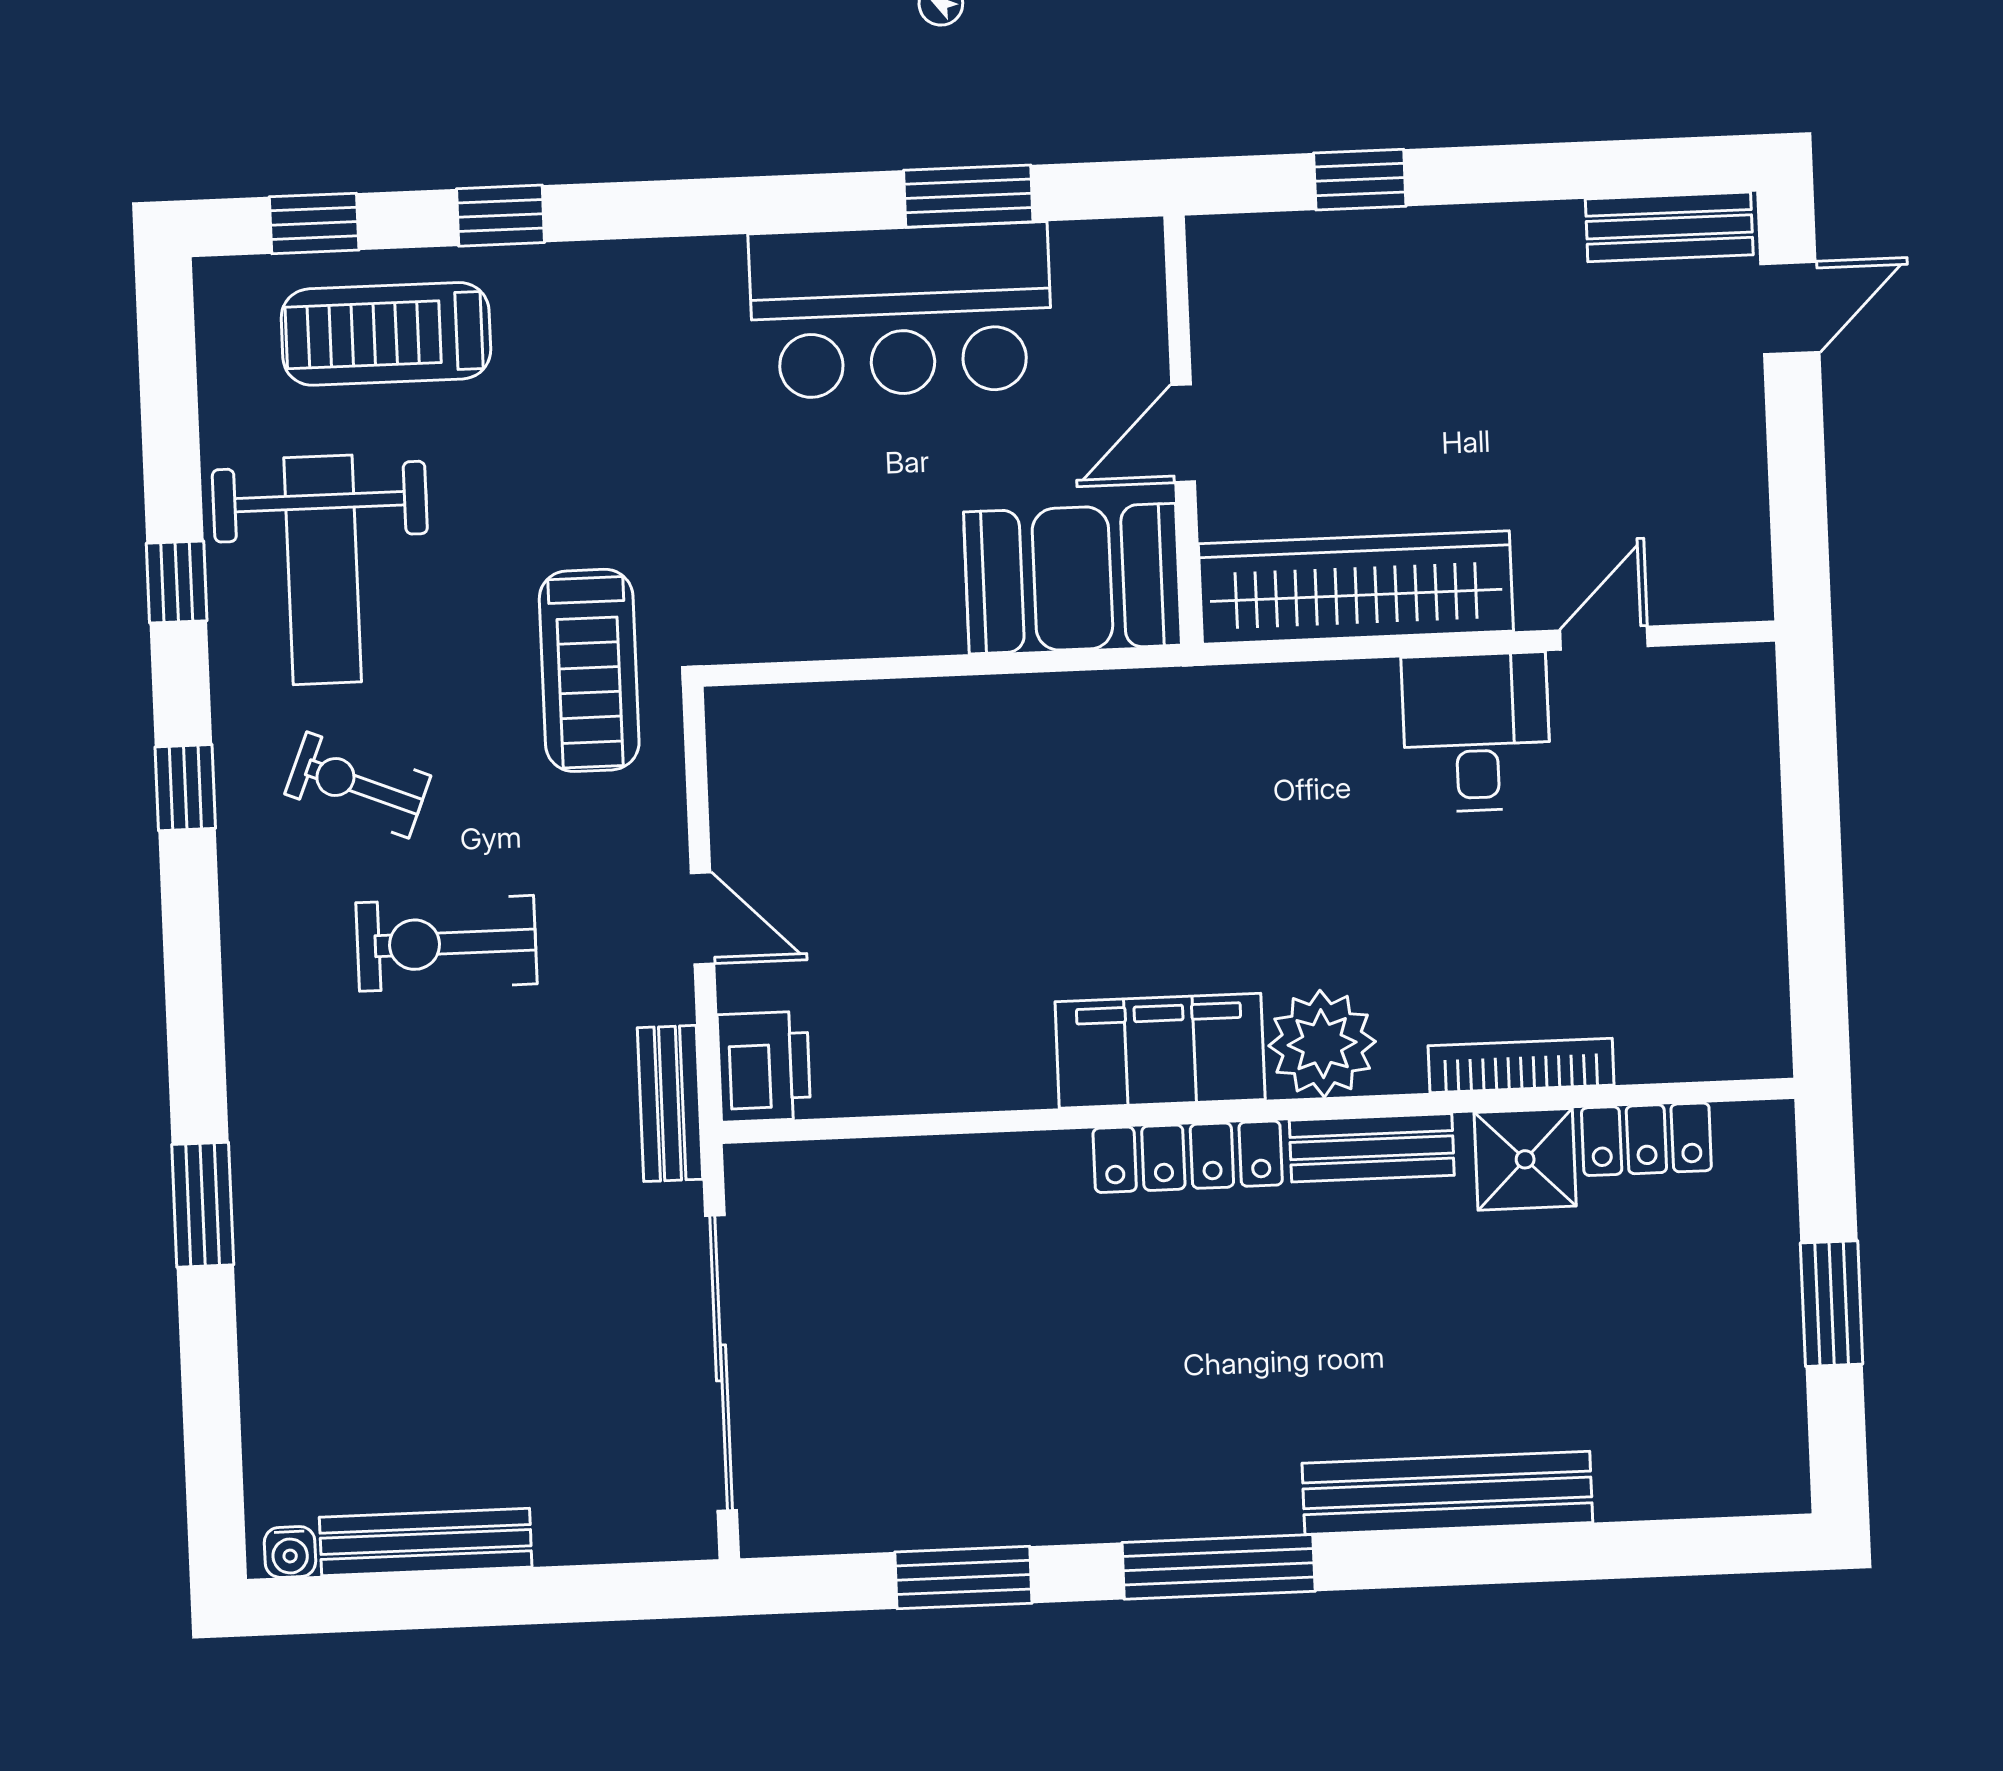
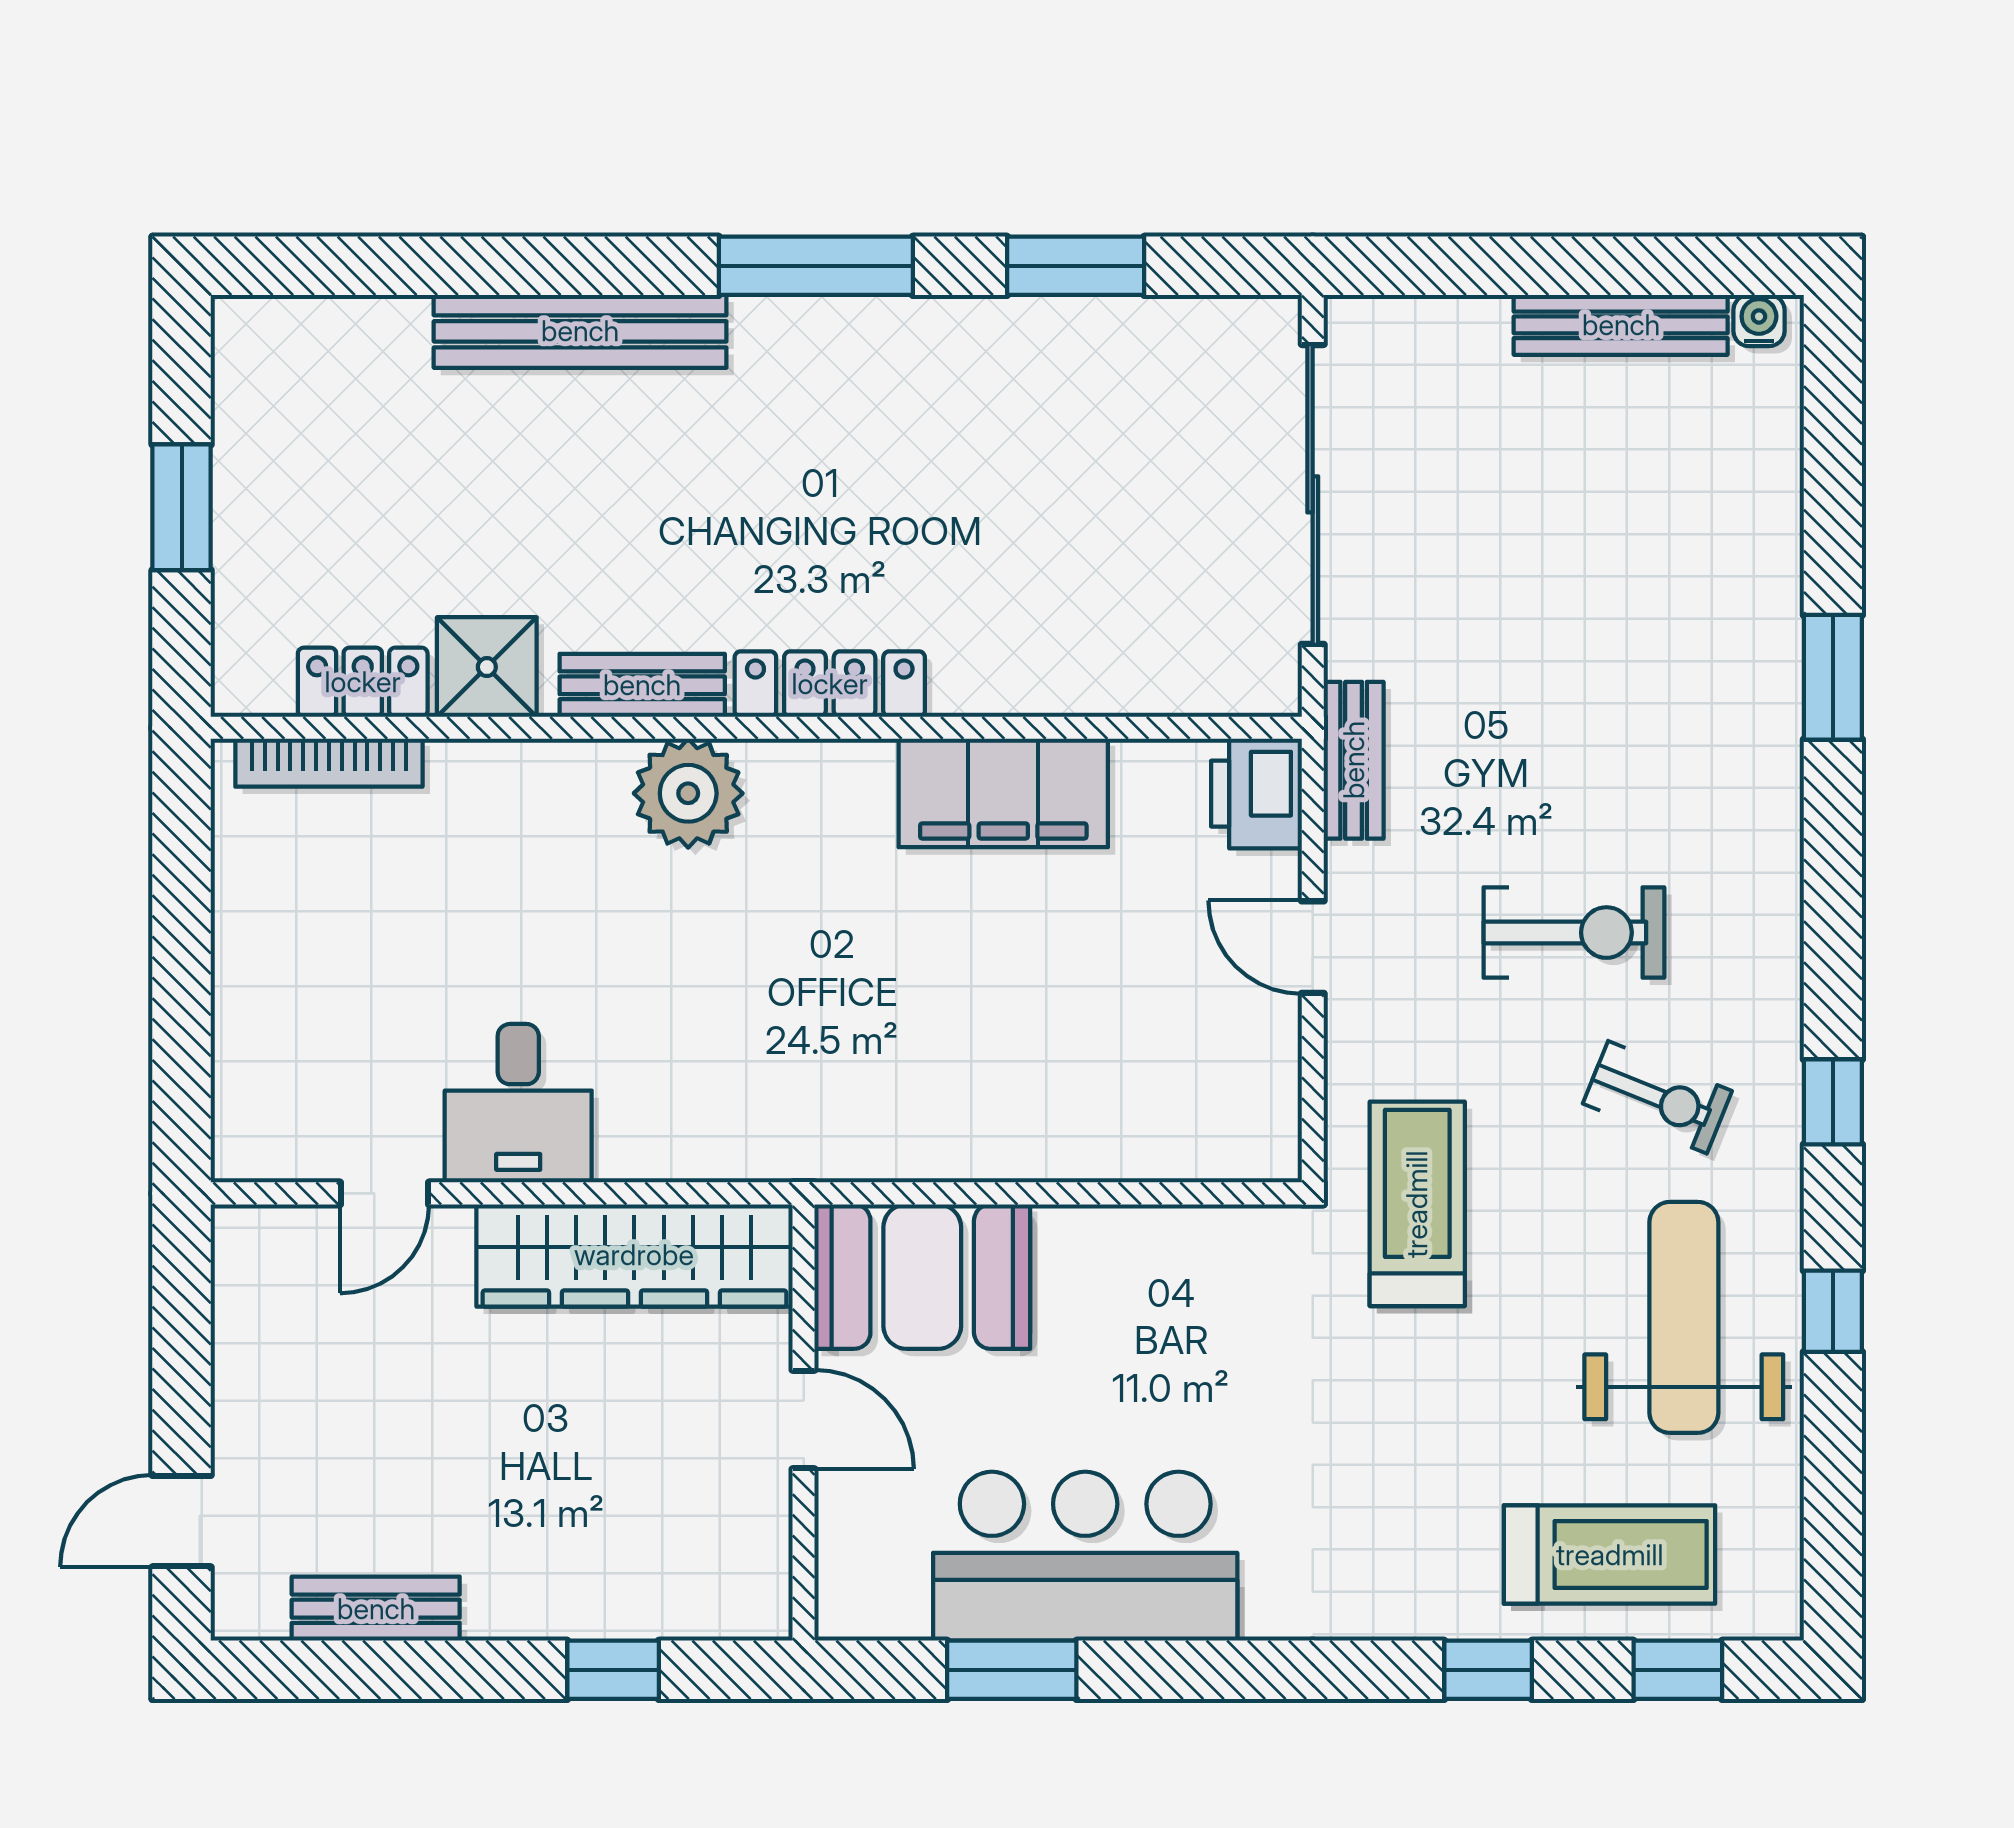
bench: (1669, 227) -> (376, 1609), moved
door: (1183, 433) -> (804, 1419), hinge flipped
filing cabinet: (1160, 1051) -> (1003, 793), moved
bookcase: (1521, 1065) -> (329, 763), moved

